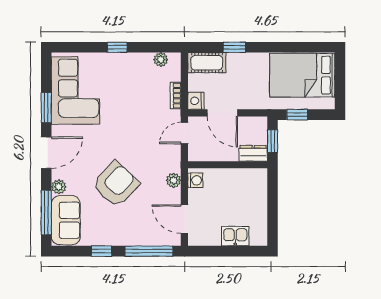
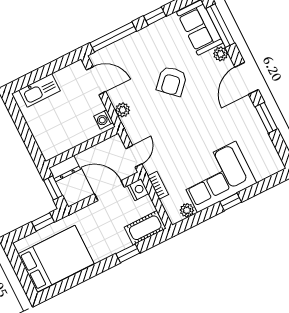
corner sofa: (75, 91) -> (217, 177), moved, turned 90
armchair: (116, 184) -> (172, 81), width x0.73, depth x0.73
kitchen sink: (235, 236) -> (39, 90), width x1.38

